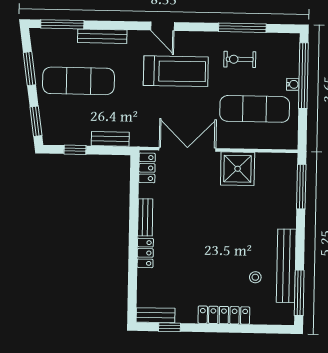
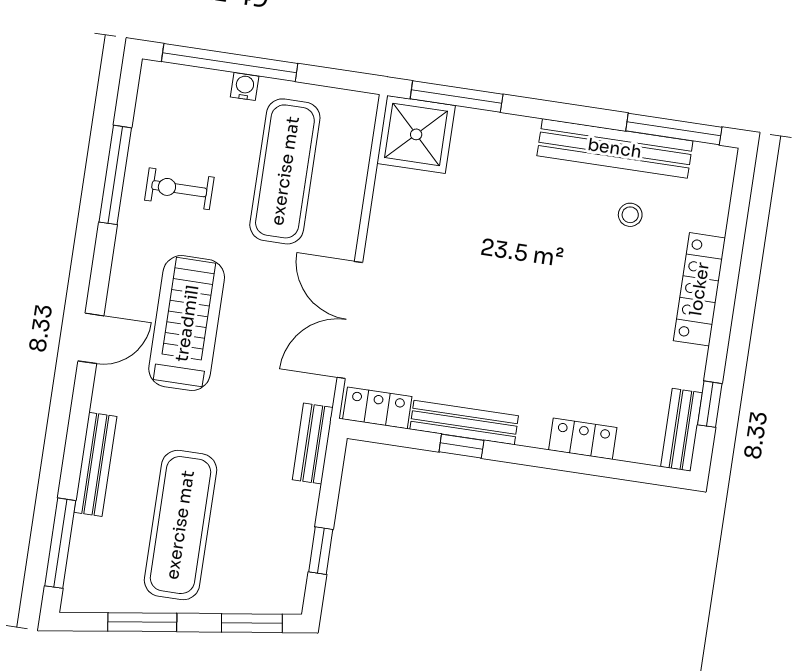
exercise bike: (240, 59) -> (179, 189), turned 90
bench: (110, 139) -> (313, 444), moved
shower: (238, 169) -> (416, 134), moved
window: (134, 211) -> (461, 446), added
bench: (145, 217) -> (464, 423), width x1.36
locker: (145, 253) -> (583, 439), moved

